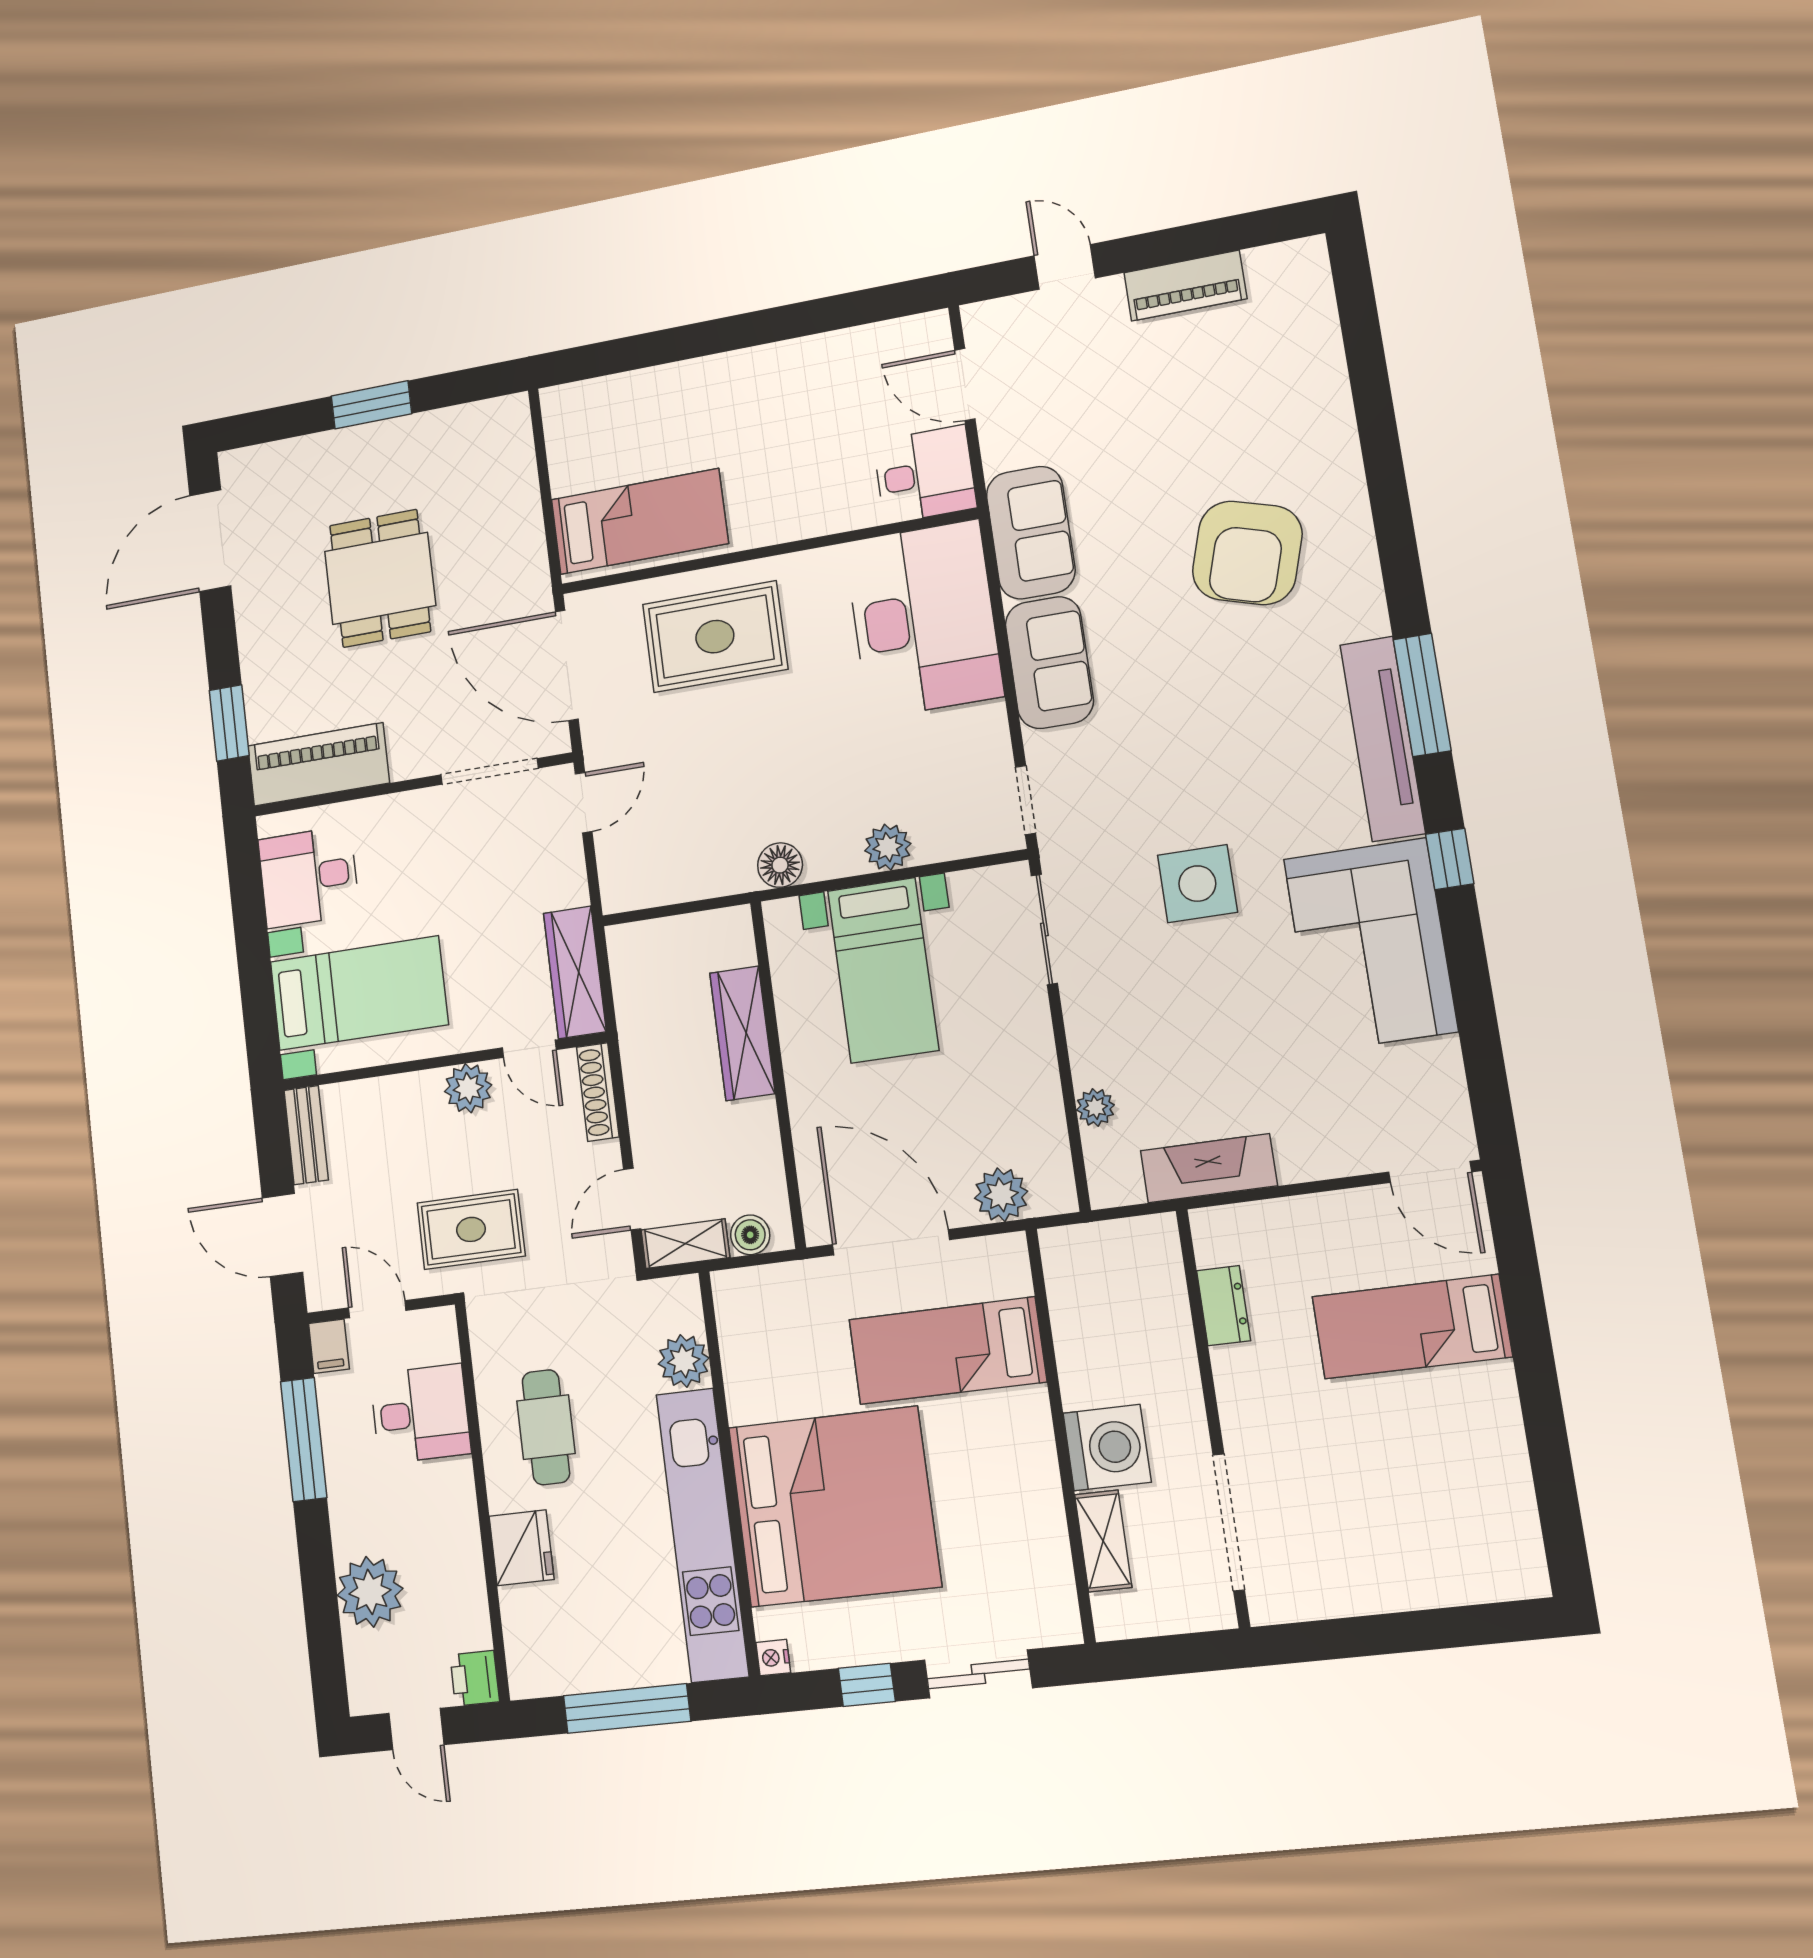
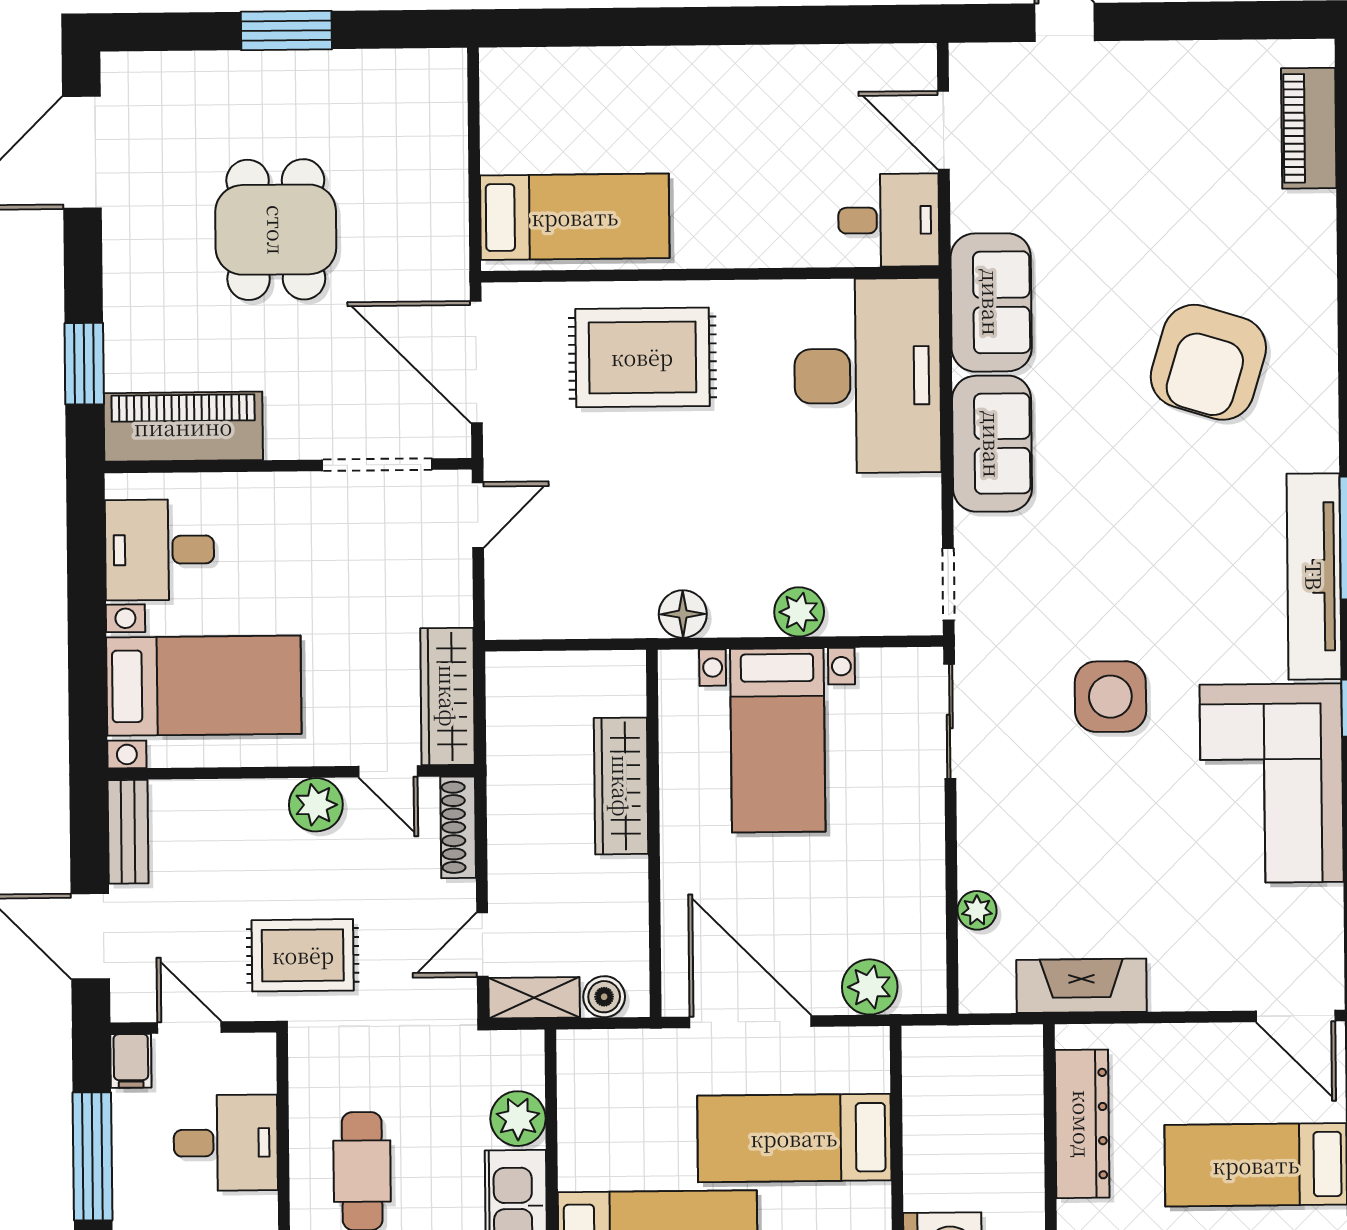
piano: (1185, 286) -> (1309, 128), moved, turned 90
dresser: (1224, 1306) -> (1082, 1124), width x1.96, depth x1.24

